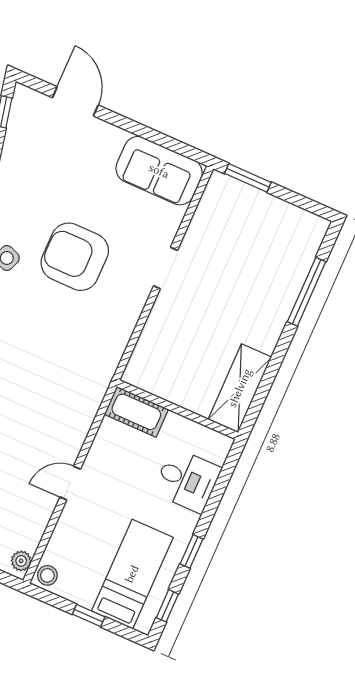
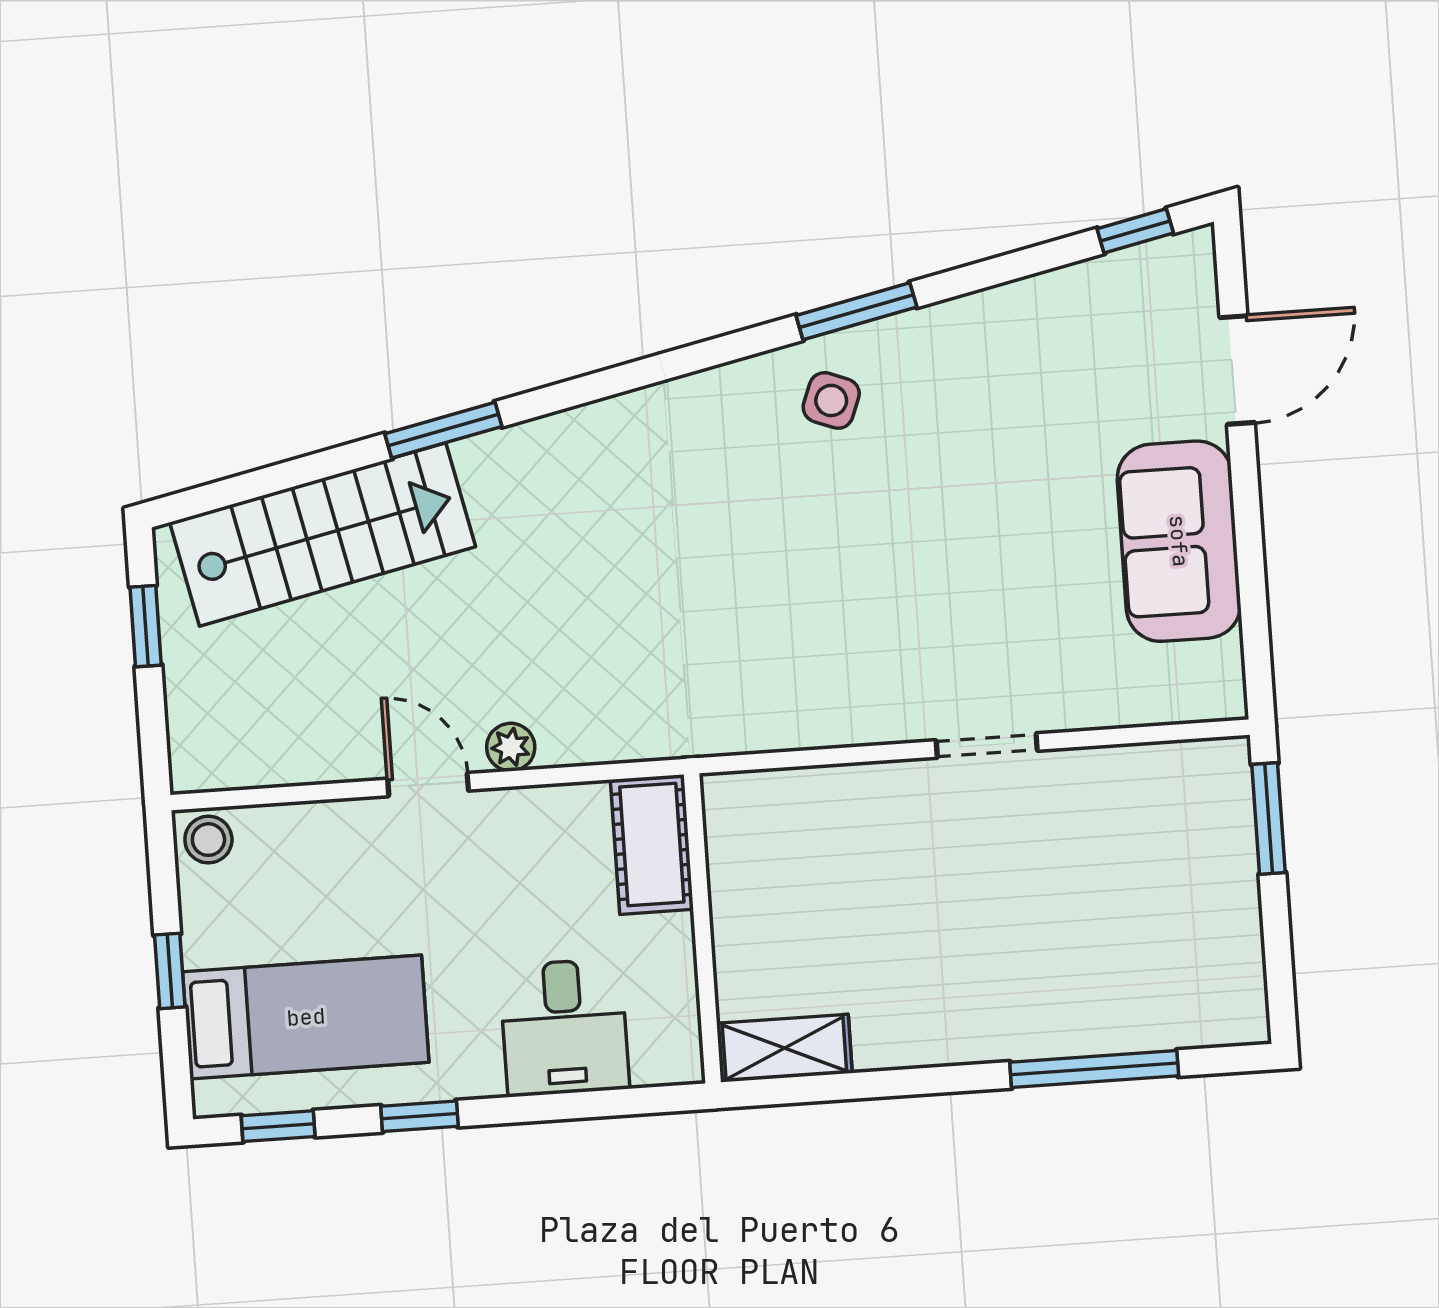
sofa: (159, 171) -> (1179, 541), moved
armchair: (75, 257) -> (910, 542), removed
shelving: (240, 388) -> (784, 1048), width x0.67, depth x0.75
plant: (21, 561) -> (511, 747), moved

